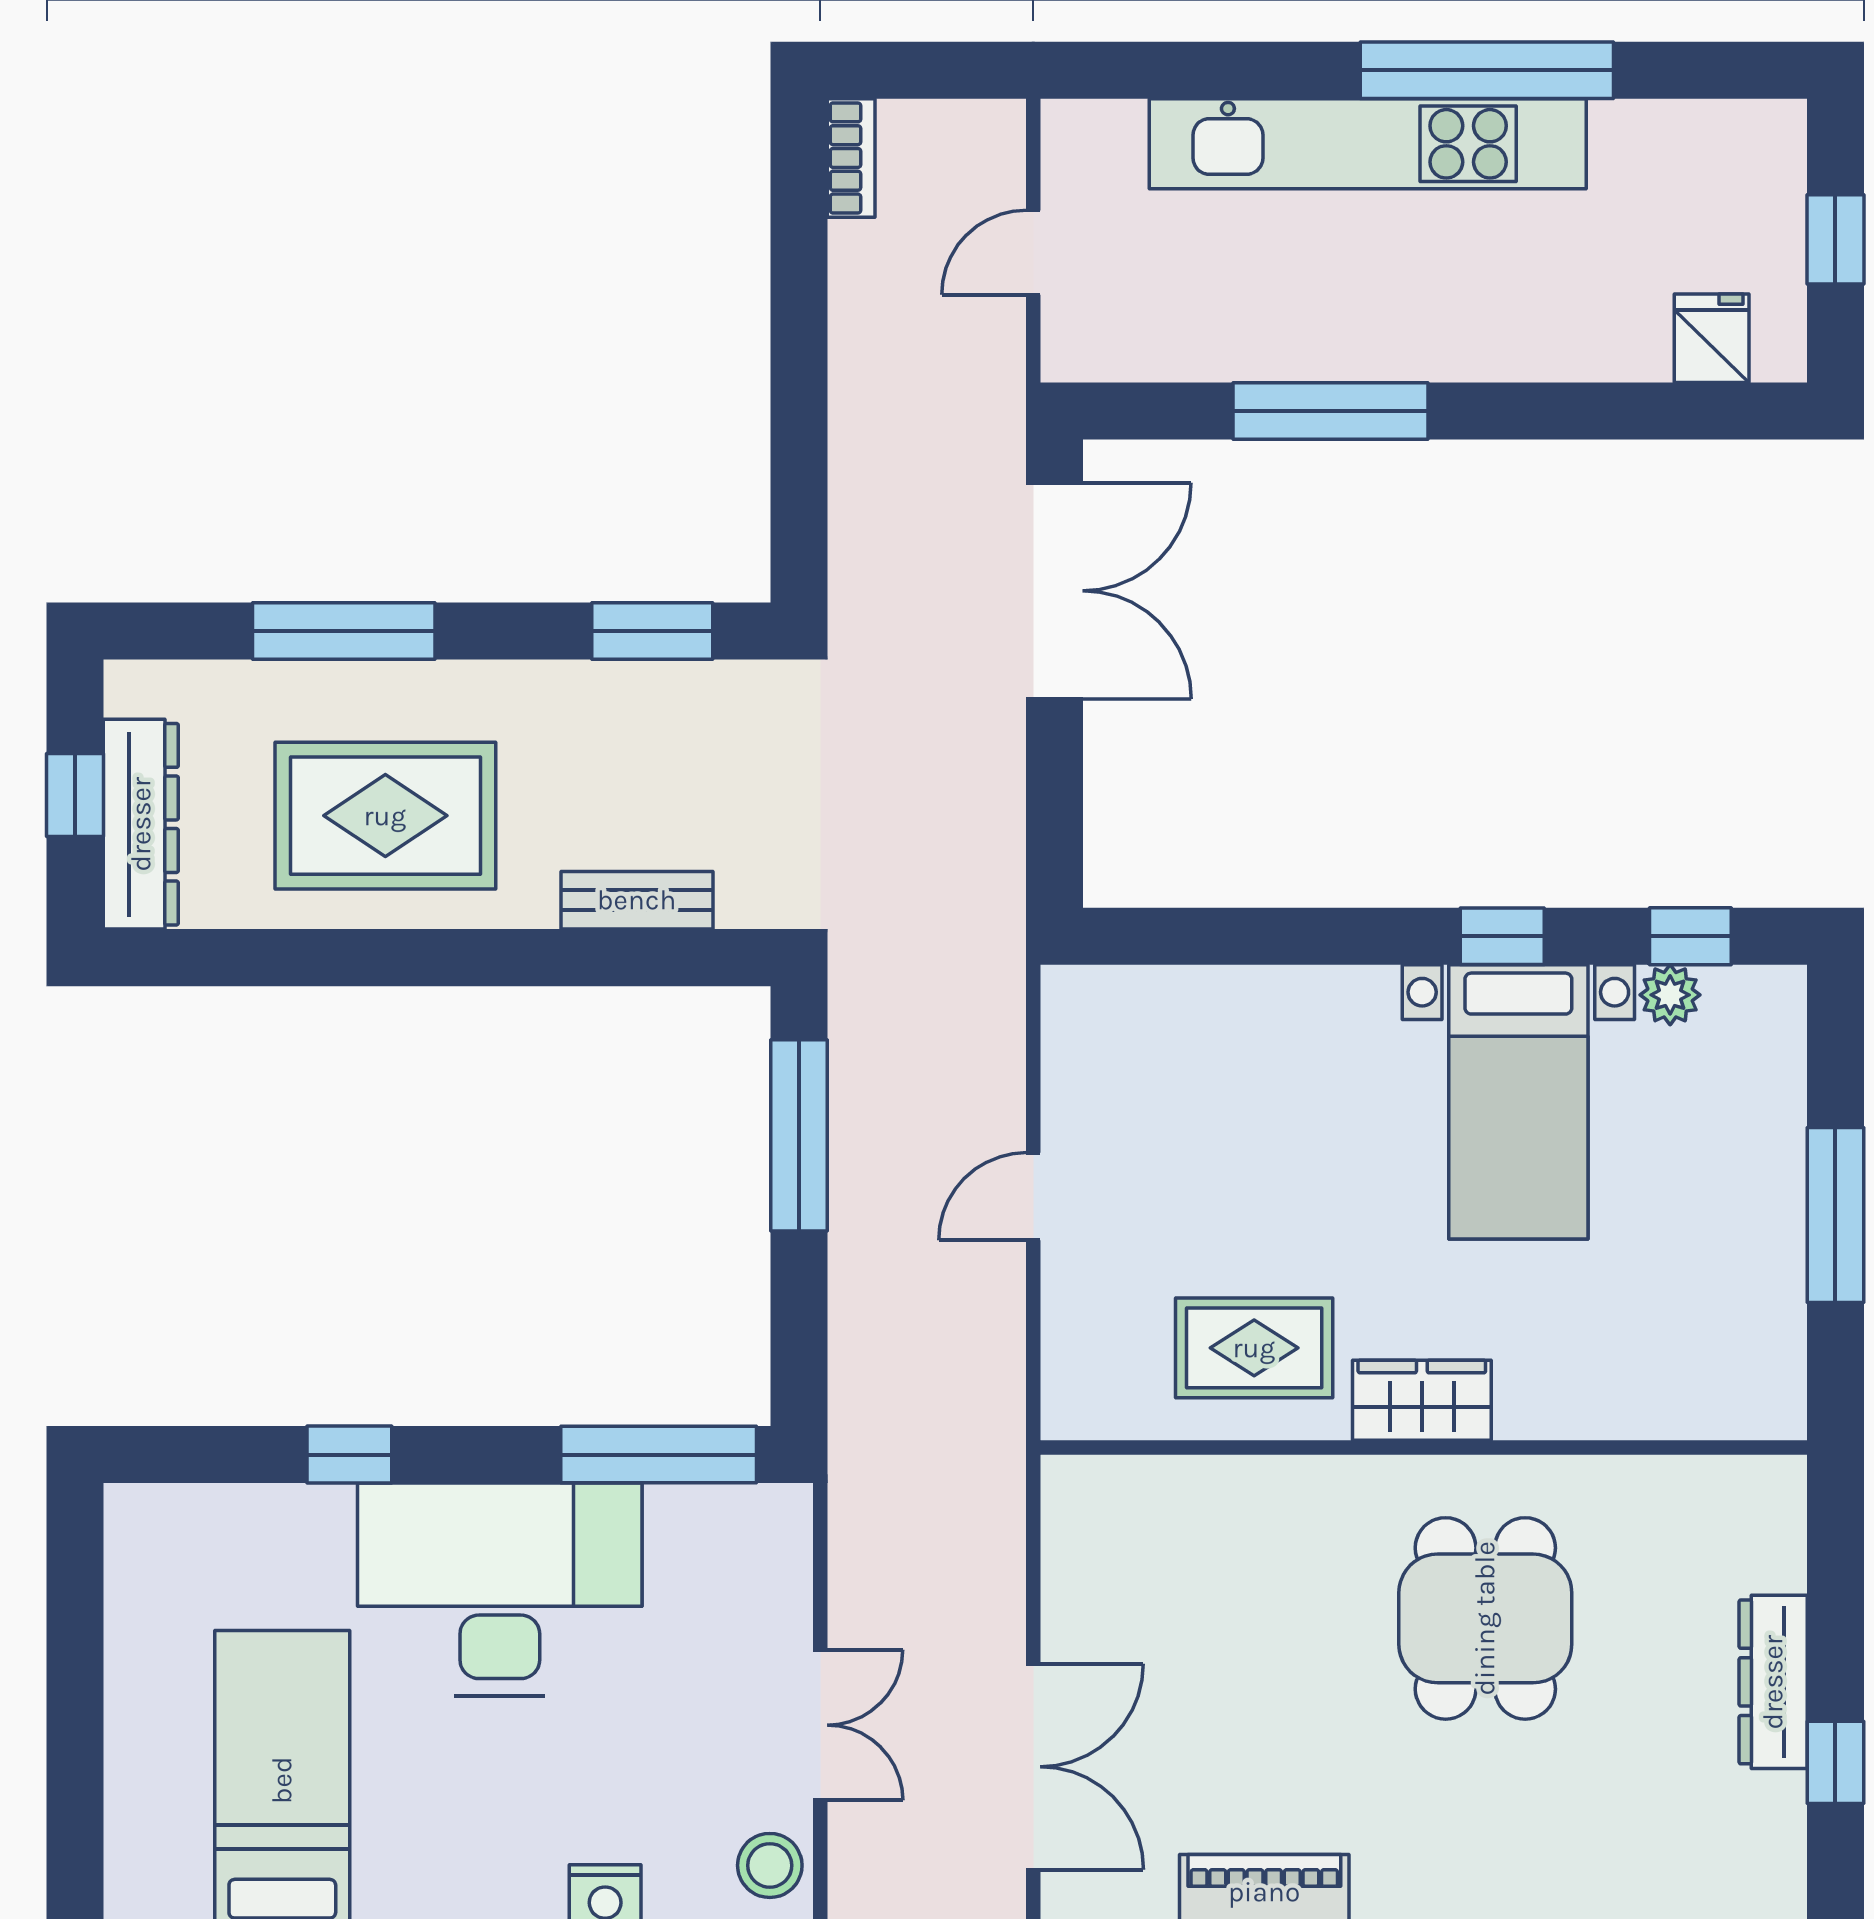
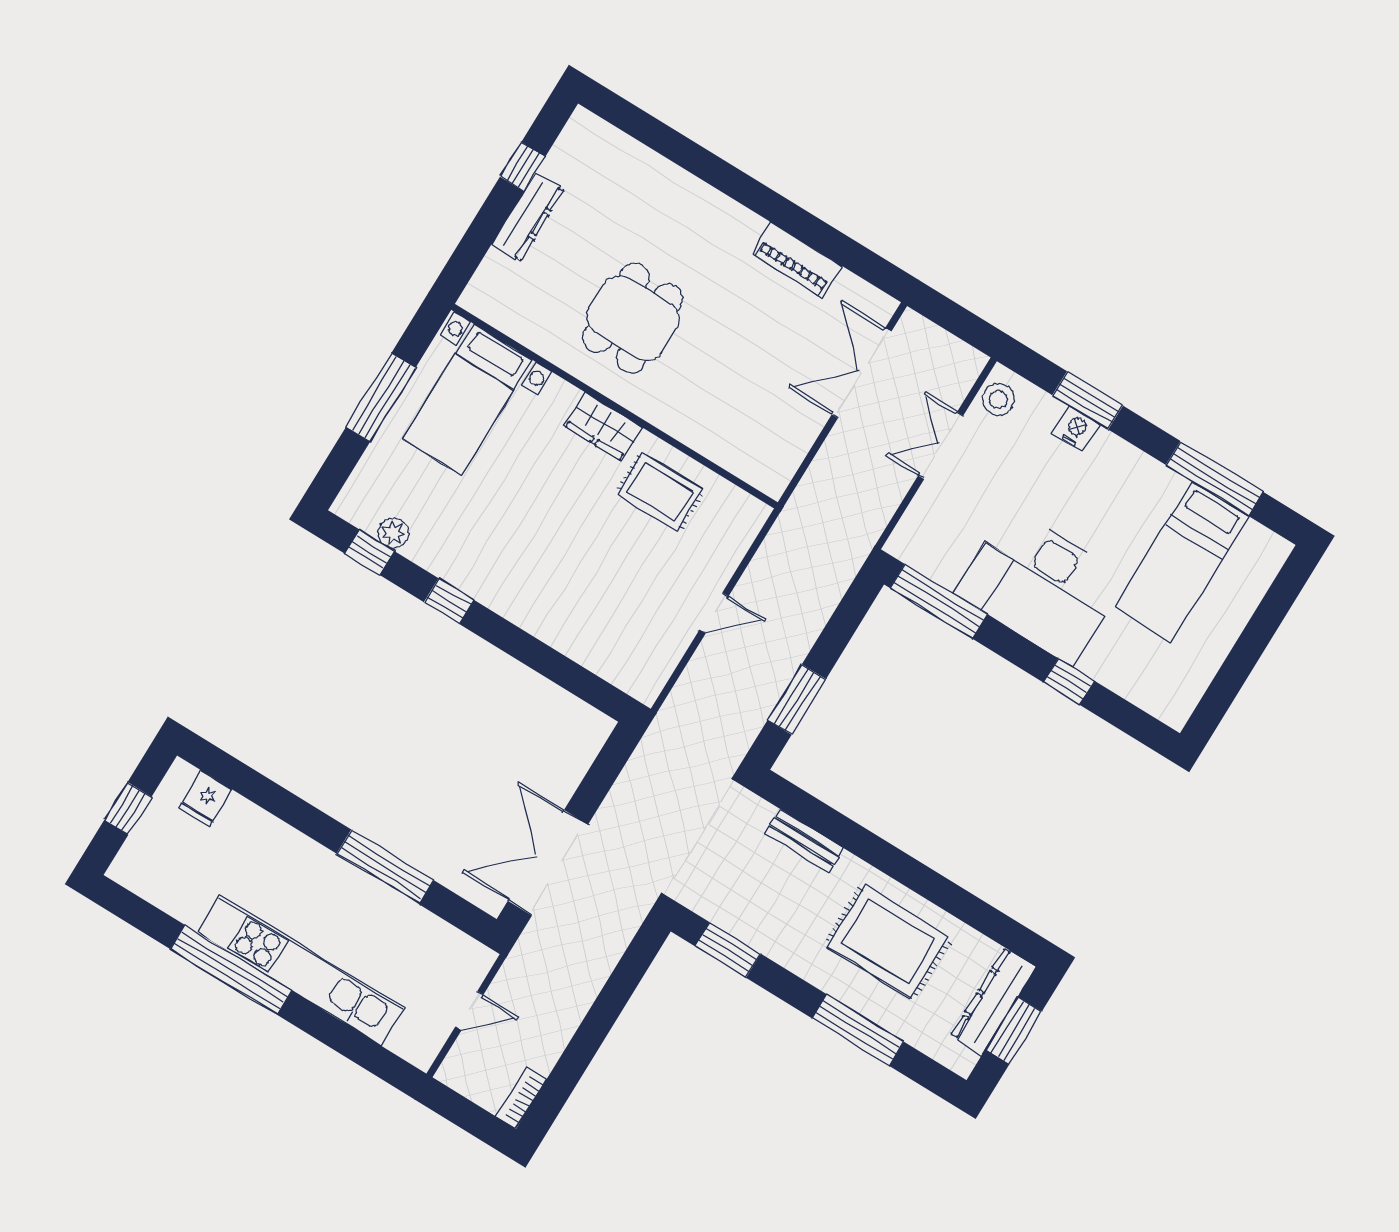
window: (75, 795) -> (1014, 1031), width x1.50
bed with nightstands: (1518, 1102) -> (468, 400), moved, turned 180
window: (799, 1135) -> (797, 700), width x0.69

